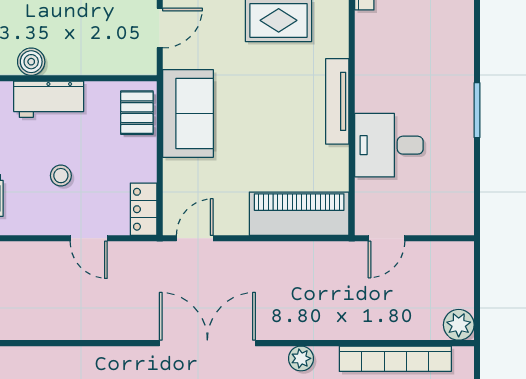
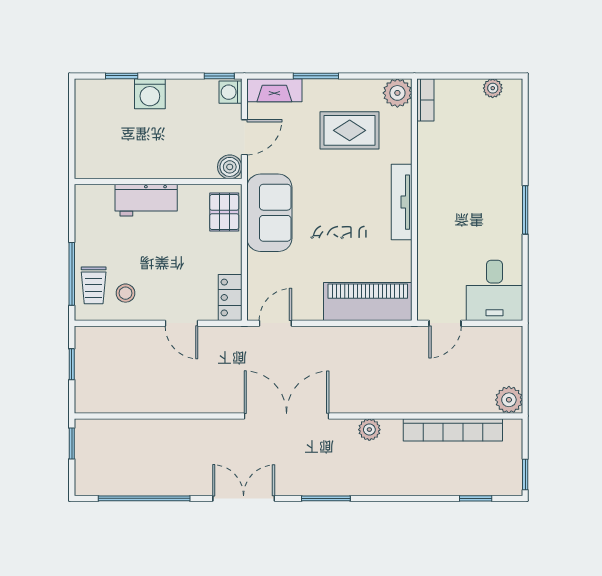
boiler: (31, 62) -> (230, 167), moved
desk: (389, 145) -> (494, 290), moved, turned -90
stool: (61, 176) -> (126, 293), moved

